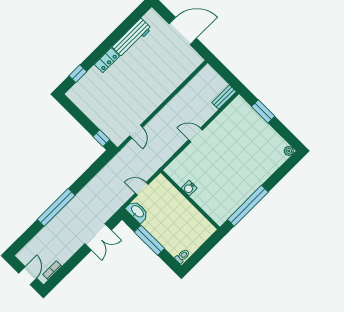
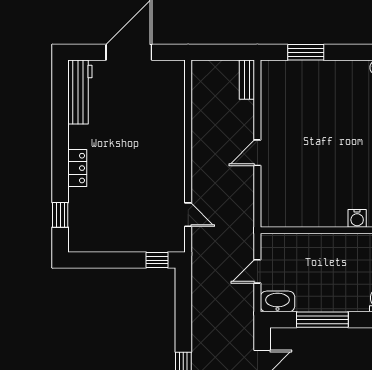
workbench: (132, 38) -> (80, 92), moved
water cooler: (189, 188) -> (357, 218), moved

